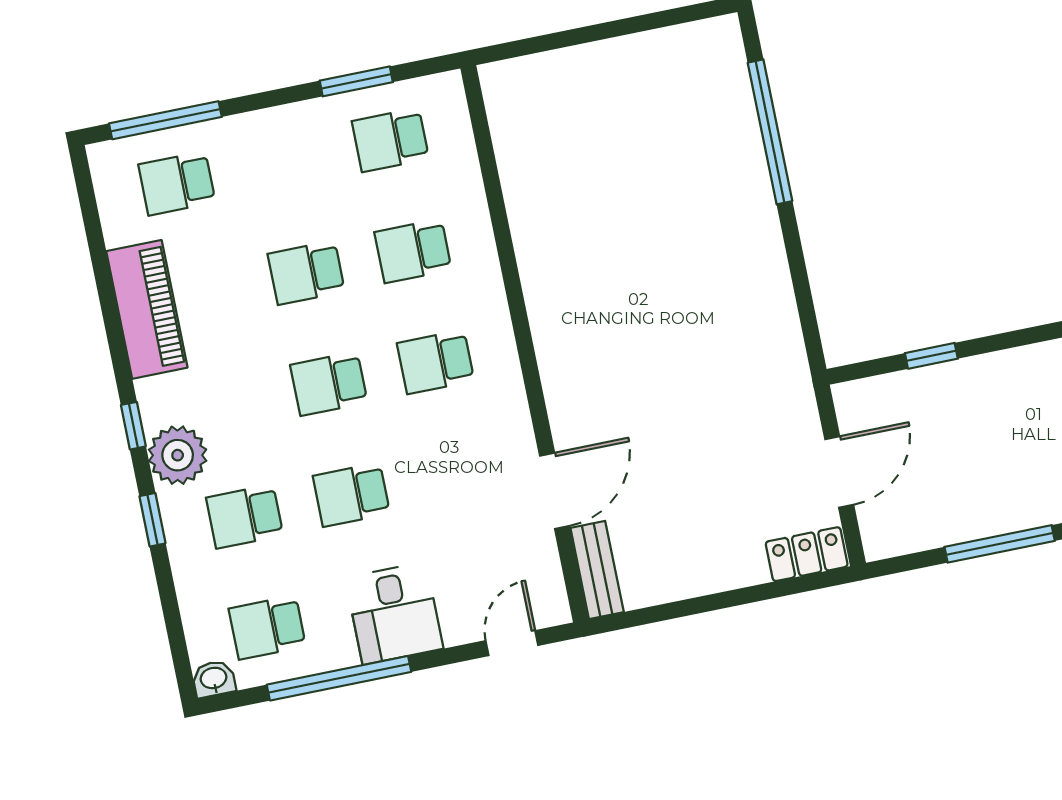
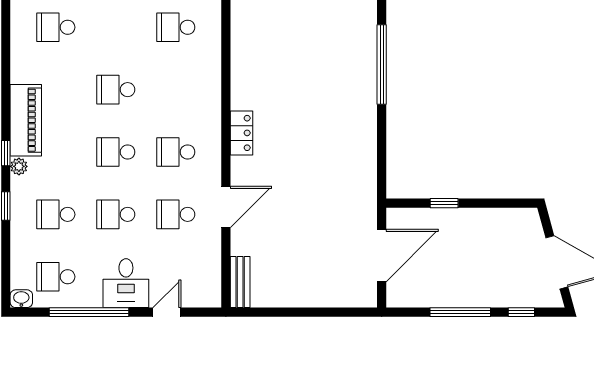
school desk: (413, 251) -> (176, 214), moved
piano: (147, 309) -> (26, 120), moved
plant: (178, 455) -> (19, 166), width x0.53, depth x0.53
door: (839, 472) -> (382, 256), width x1.36
door: (555, 491) -> (226, 207), moved
locker: (807, 554) -> (242, 133), moved, turned 90
door: (512, 643) -> (167, 312), moved

